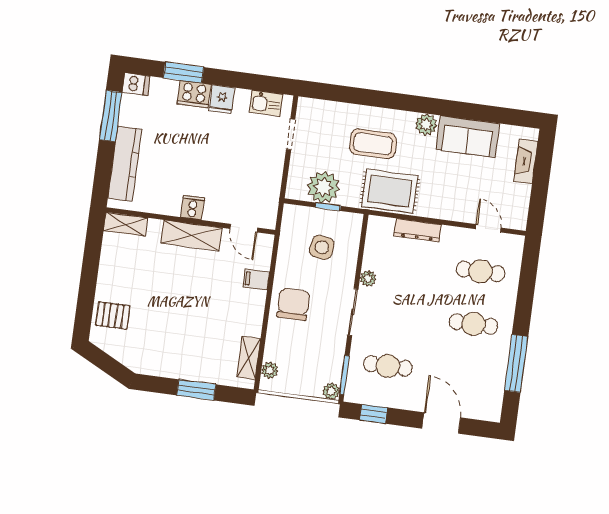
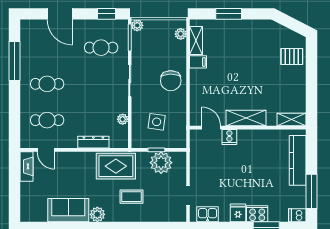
coffee table: (373, 144) -> (132, 197), width x0.73, depth x0.77
fireplace: (526, 161) -> (26, 166), moved
cooker: (192, 208) -> (229, 137), moved
plant: (368, 279) -> (123, 119), moved
filing cabinet: (256, 280) -> (198, 62), moved

